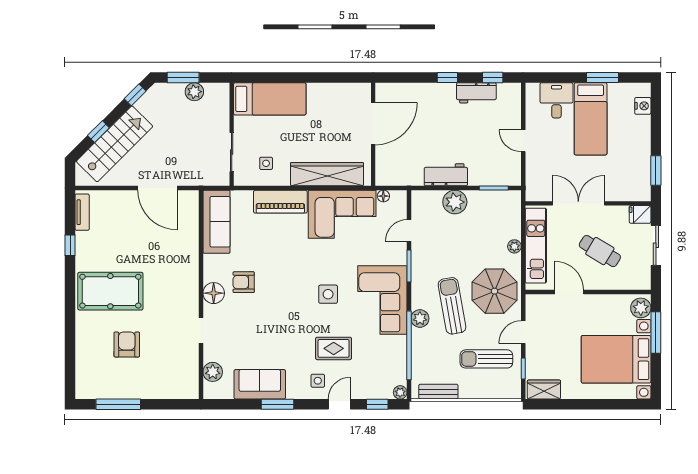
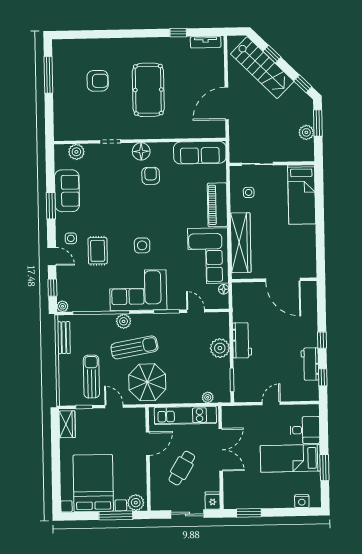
plant: (514, 246) -> (208, 397), moved
pool table: (110, 291) -> (148, 90), moved

